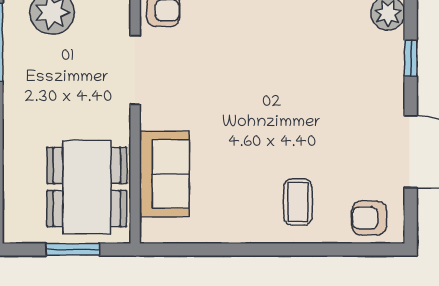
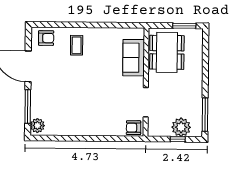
window: (411, 58) -> (28, 106), width x2.17
window: (73, 249) -> (184, 26), moved

